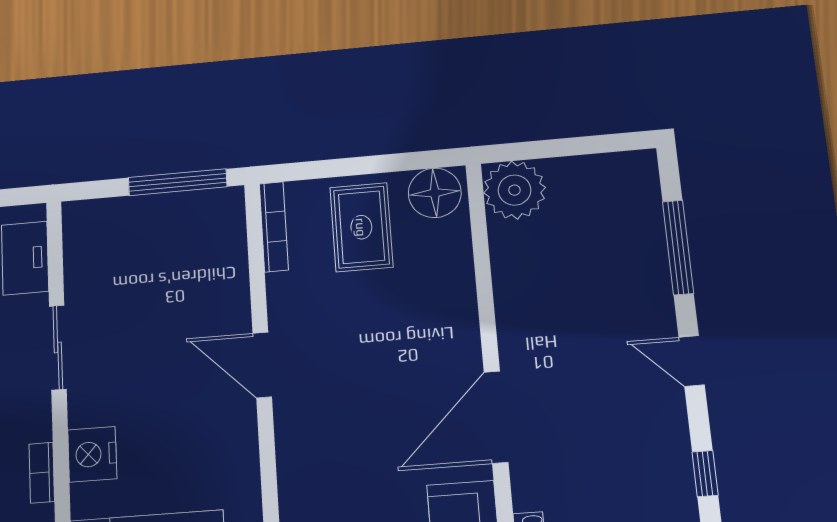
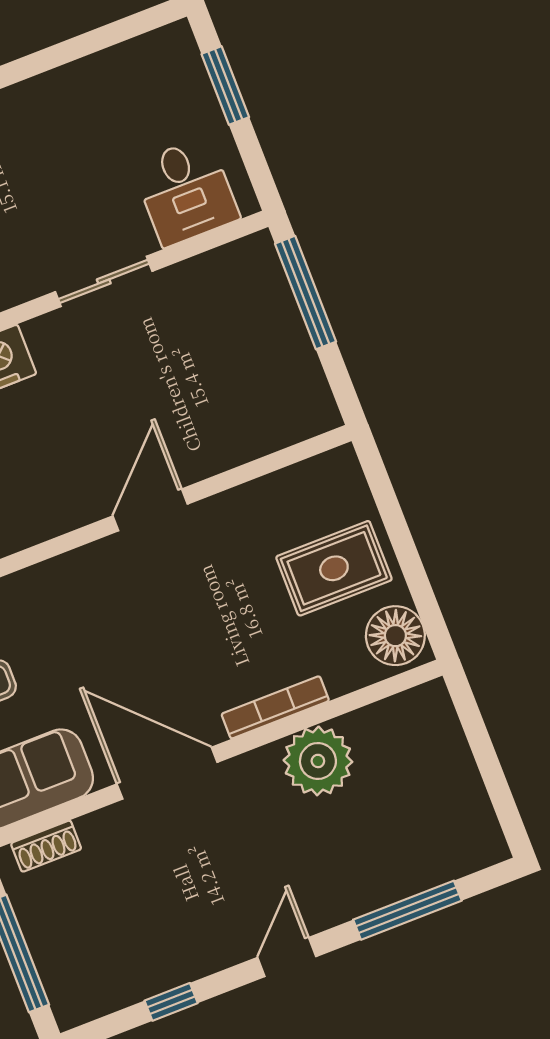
window: (178, 182) -> (306, 293), moved
plant: (514, 190) -> (318, 761), moved
bookcase: (274, 227) -> (275, 707), moved, turned 180

